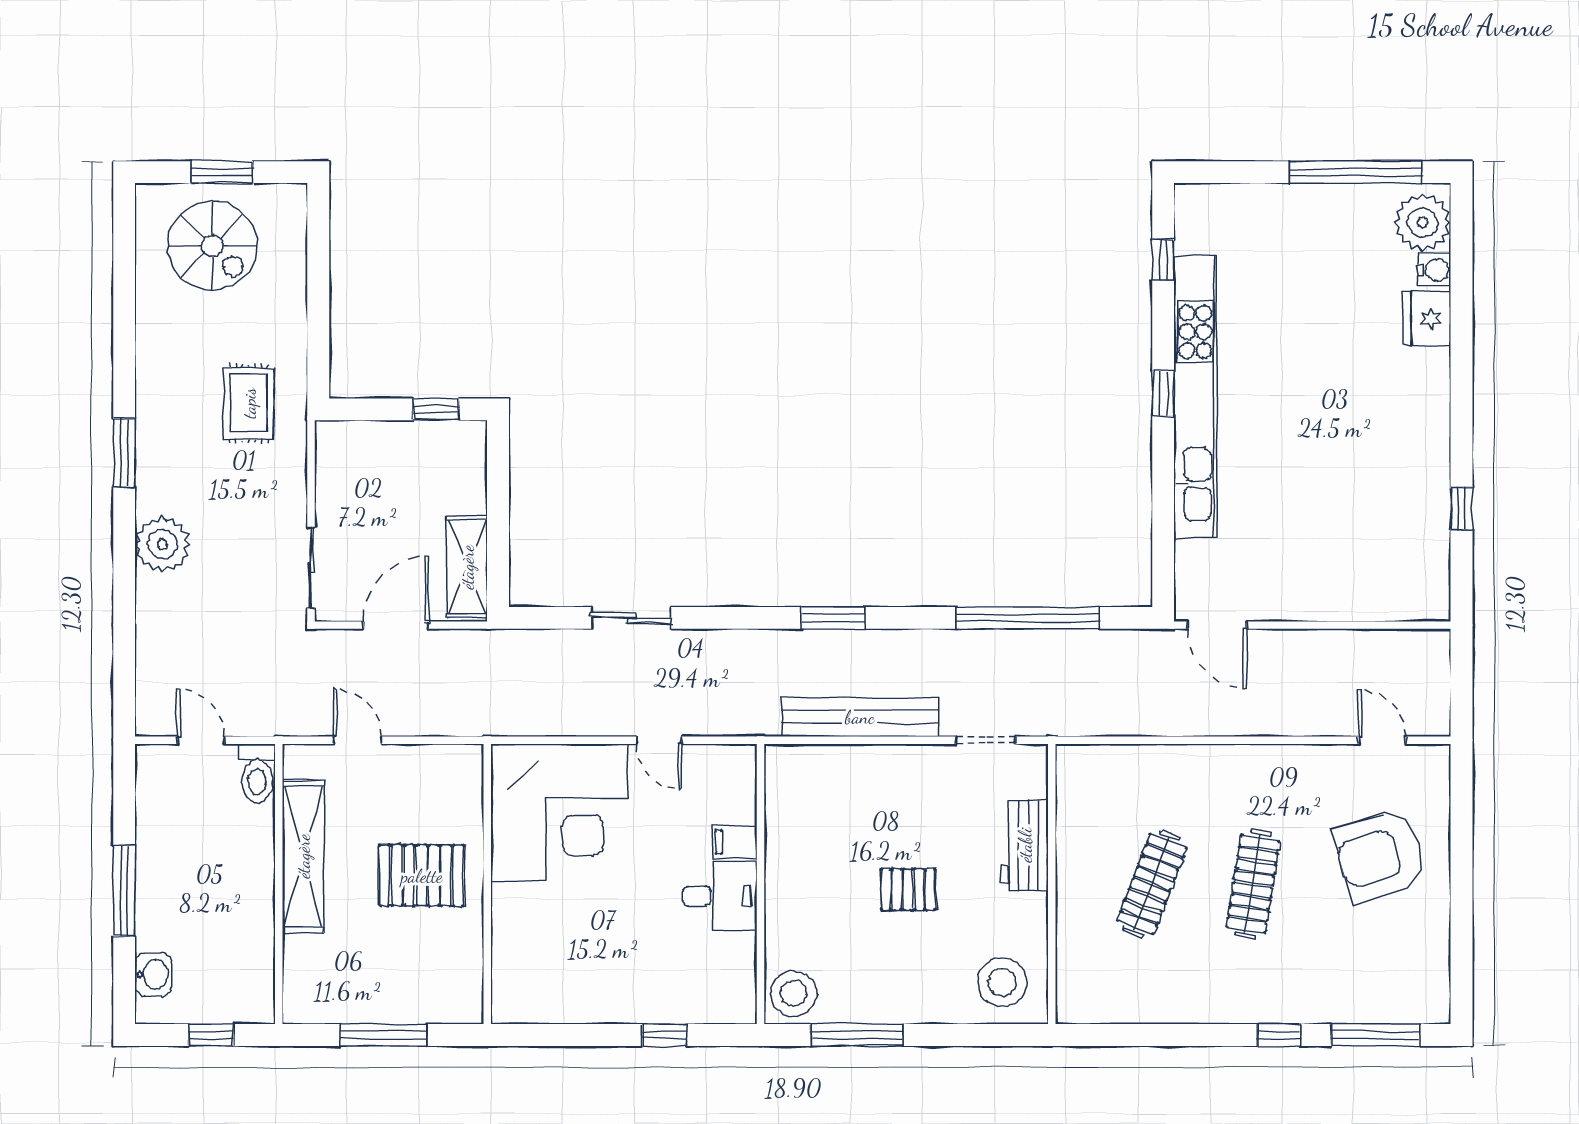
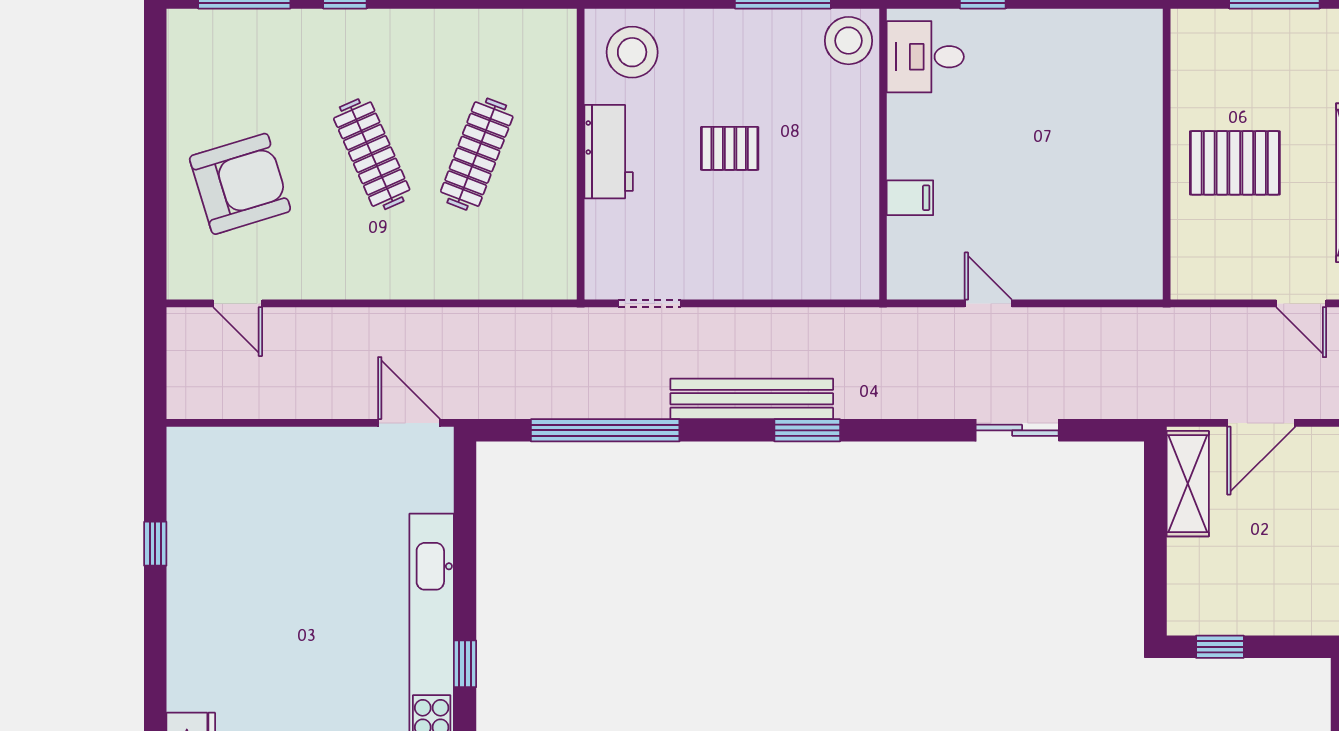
bench: (860, 717) -> (752, 399), moved
corner desk: (560, 812) -> (1091, 229), removed
workbench: (1025, 845) -> (609, 152), moved
clothes rail: (1253, 884) -> (372, 154), turned -33
desk: (720, 896) -> (925, 57), moved

